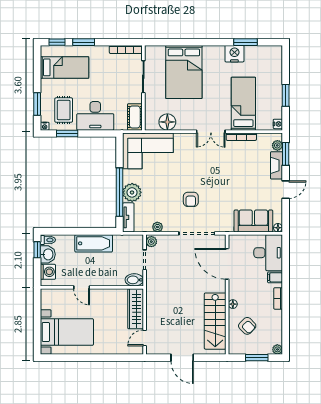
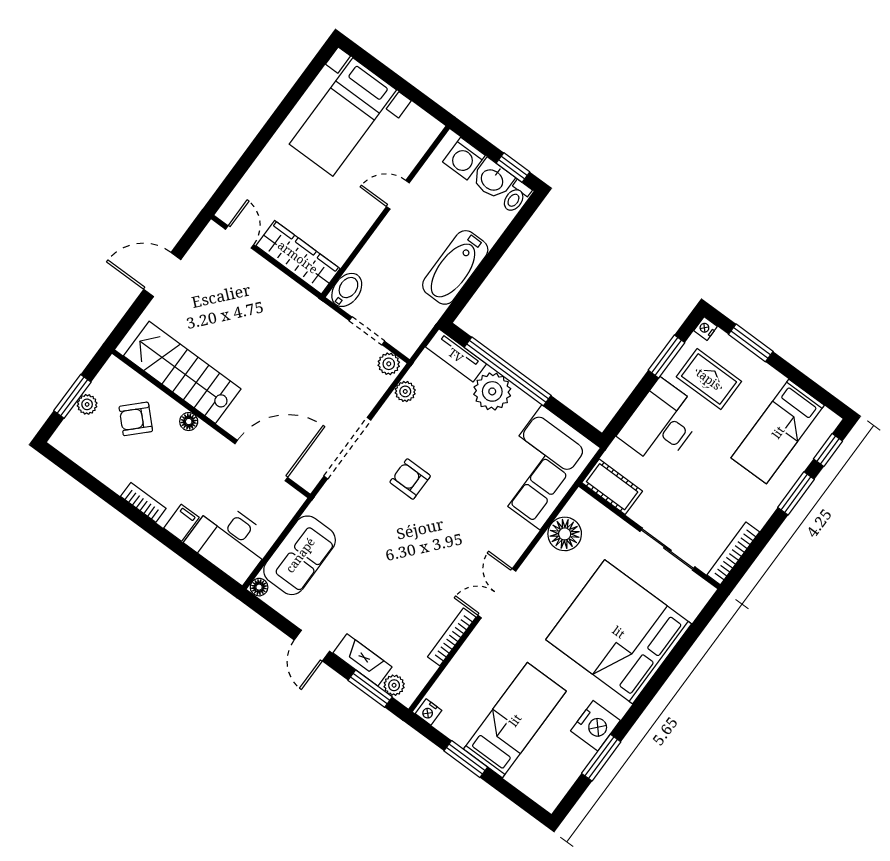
bed: (184, 72) -> (619, 632), width x1.36
bed: (243, 104) -> (515, 720), moved, turned -90
plant: (277, 349) -> (87, 404), moved

